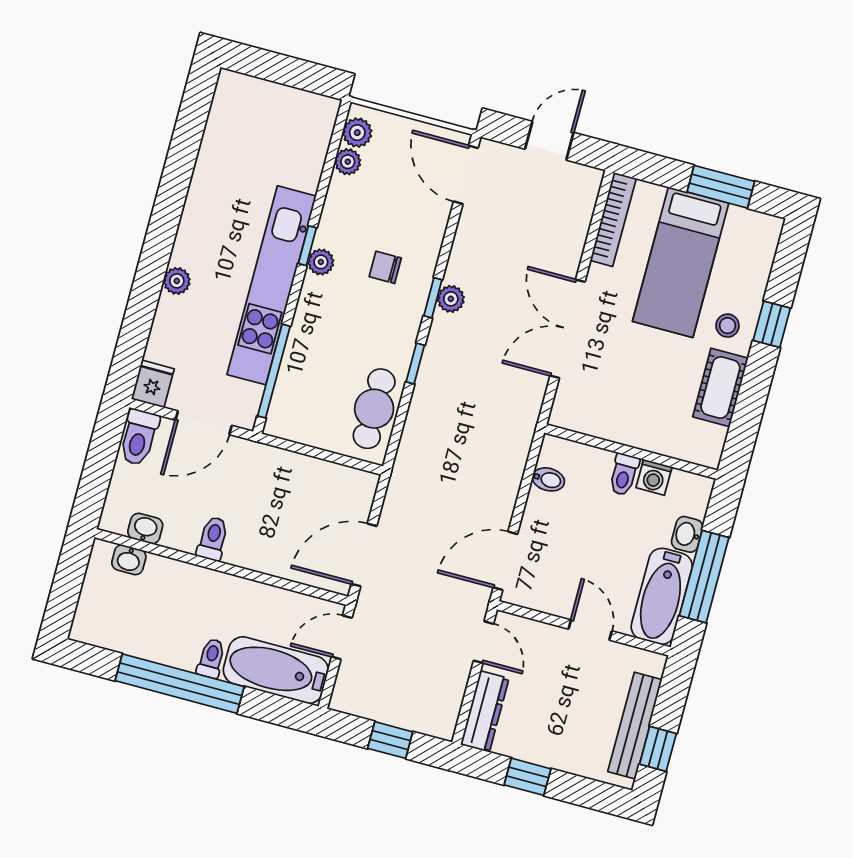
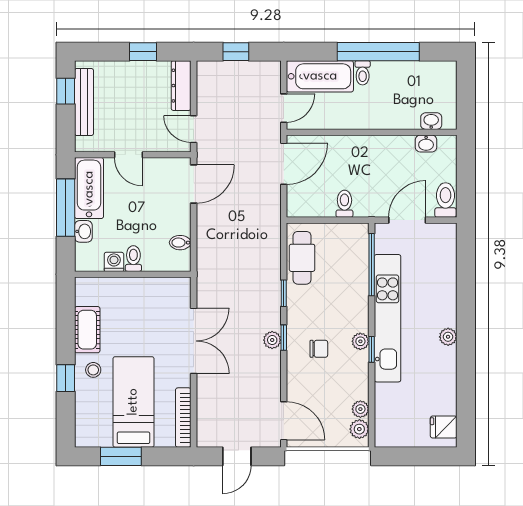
plant: (177, 281) -> (448, 337), moved
fridge: (153, 384) -> (444, 427), moved, turned 90
toilet: (213, 539) -> (344, 204), moved, turned 180

